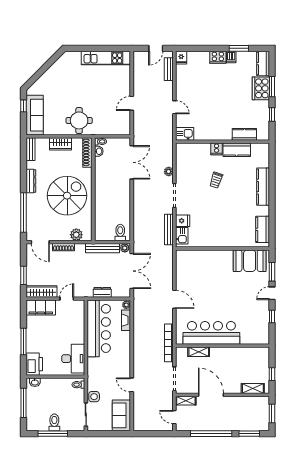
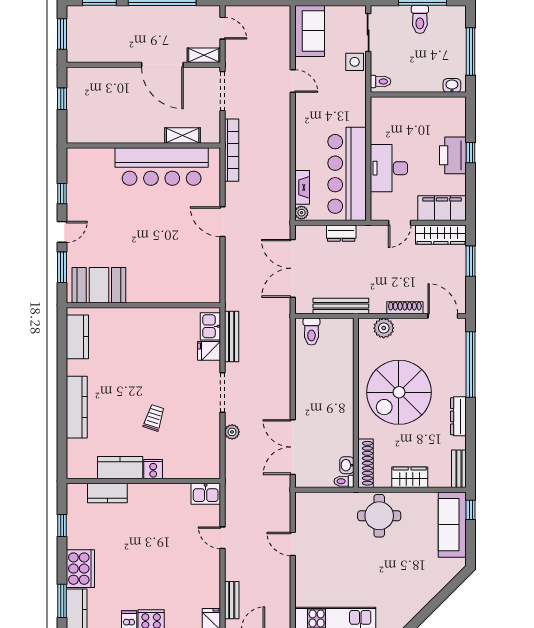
window: (272, 87) -> (62, 601), moved
door: (132, 103) -> (293, 544), swing flipped
window: (24, 106) -> (471, 510), moved
plant: (125, 248) -> (304, 306), removed
window: (24, 341) -> (471, 153), width x0.46
desk: (73, 359) -> (389, 168), moved
printer: (34, 364) -> (453, 155), moved
shelving: (253, 388) -> (94, 75), removed

